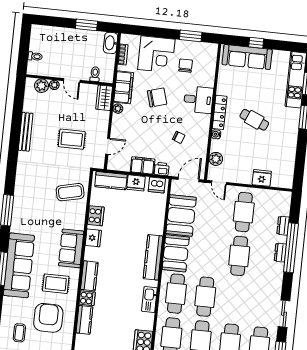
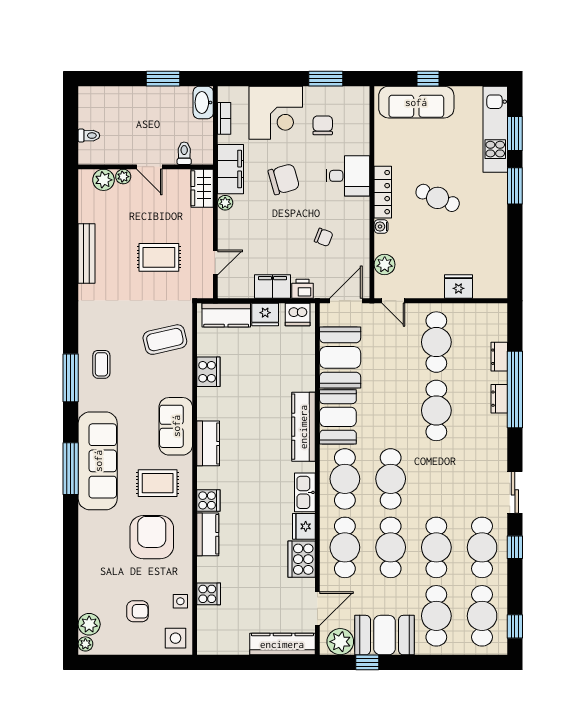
fridge: (93, 238) -> (304, 526), moved, turned 180
kitchen counter: (89, 276) -> (208, 443), moved
coffee table: (19, 333) -> (101, 364), moved

